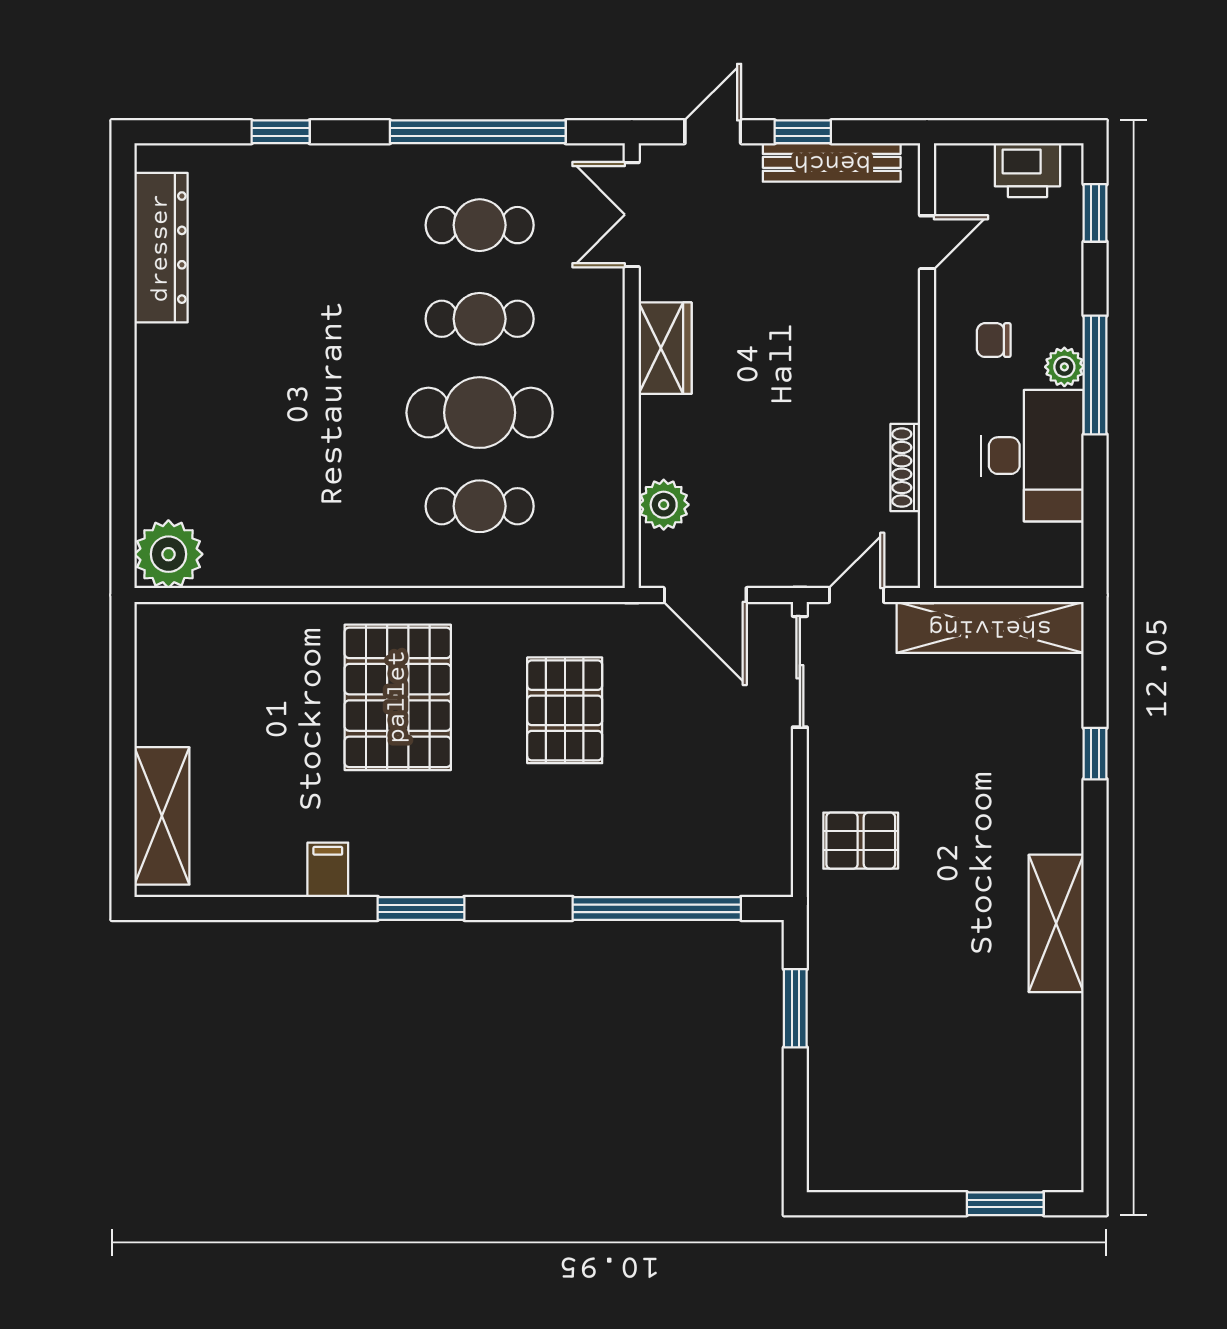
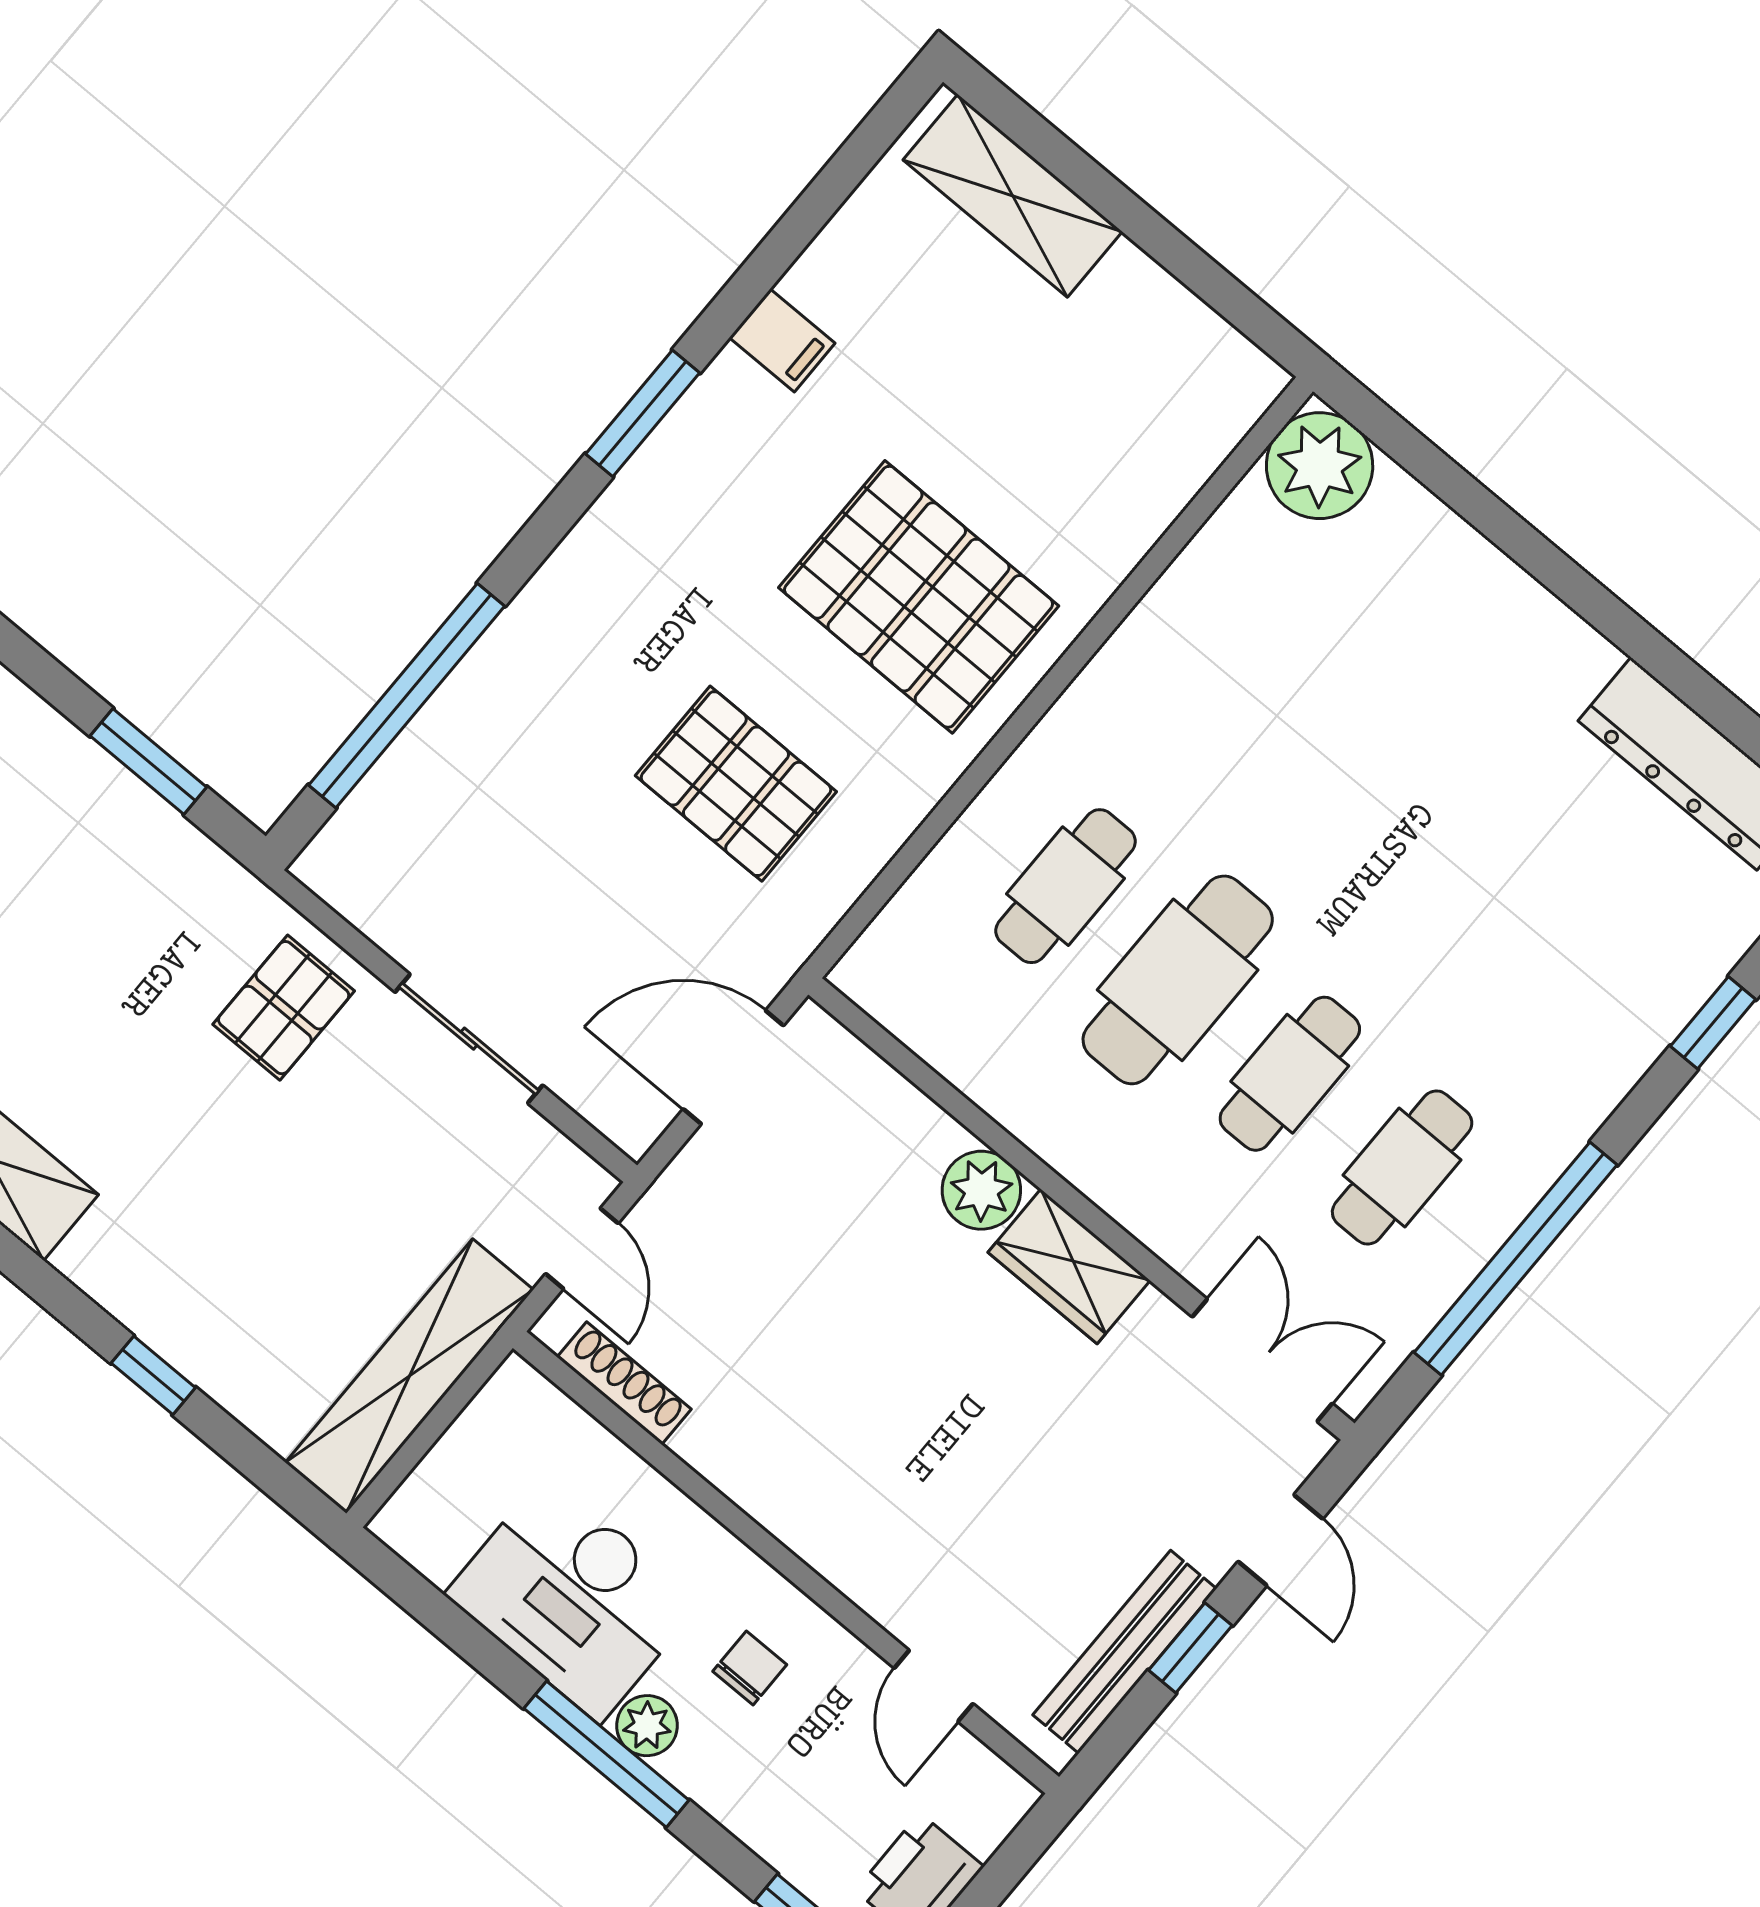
shoe rack: (905, 468) -> (624, 1383), moved
plant: (664, 505) -> (981, 1190), moved
sliding door: (800, 672) -> (469, 1039), moved

